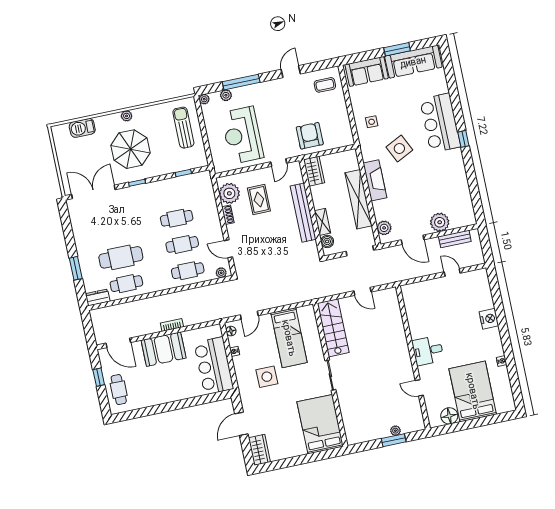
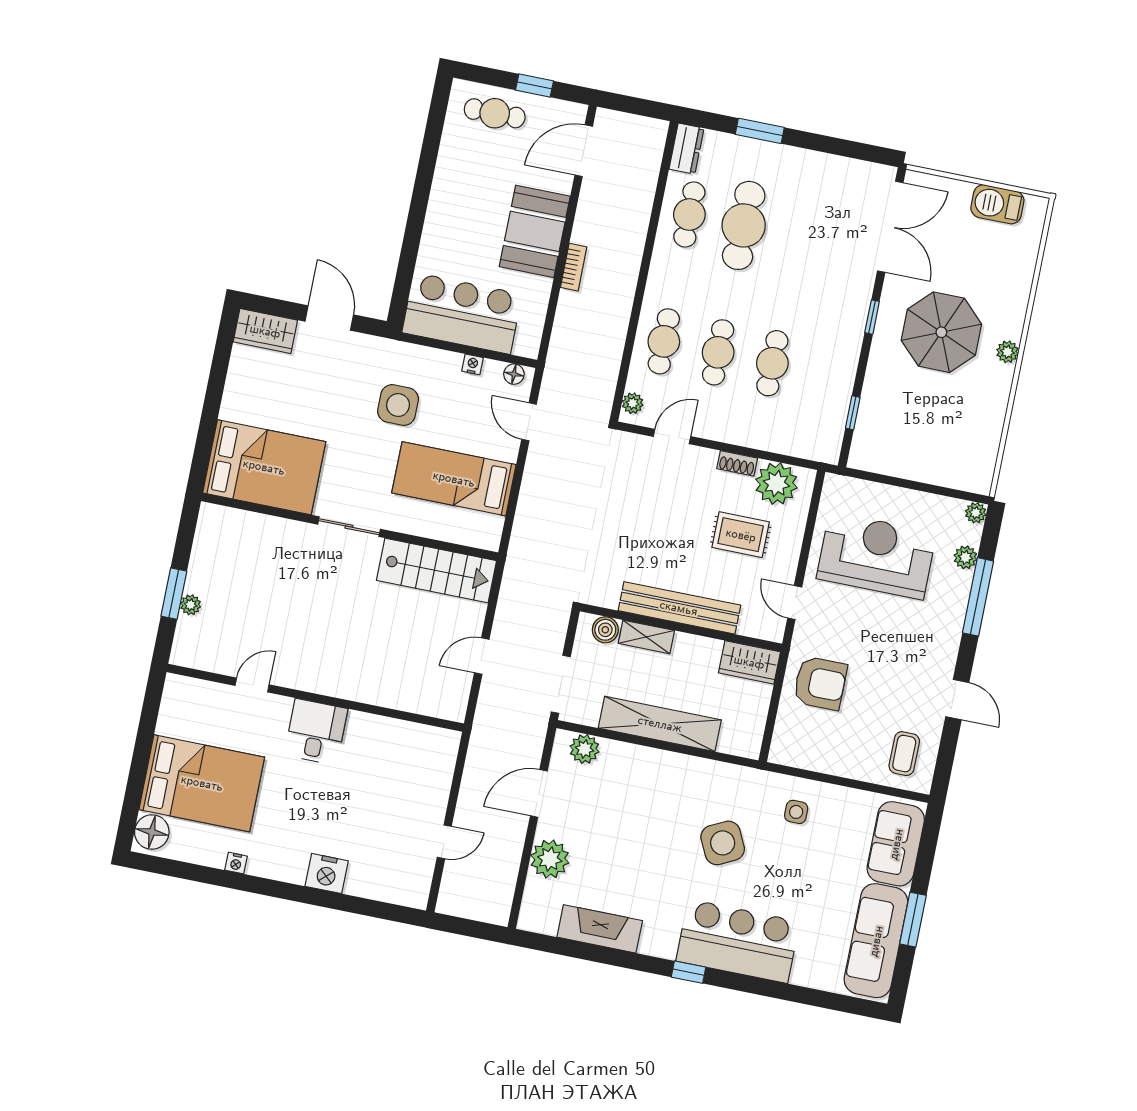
barbecue: (82, 128) -> (997, 204), moved, turned -90
sun lounger: (183, 128) -> (939, 450), removed
fireplace: (375, 180) -> (600, 929), moved, turned 180
bench: (455, 239) -> (506, 874), removed
floor lamp: (449, 416) -> (152, 832), moved

